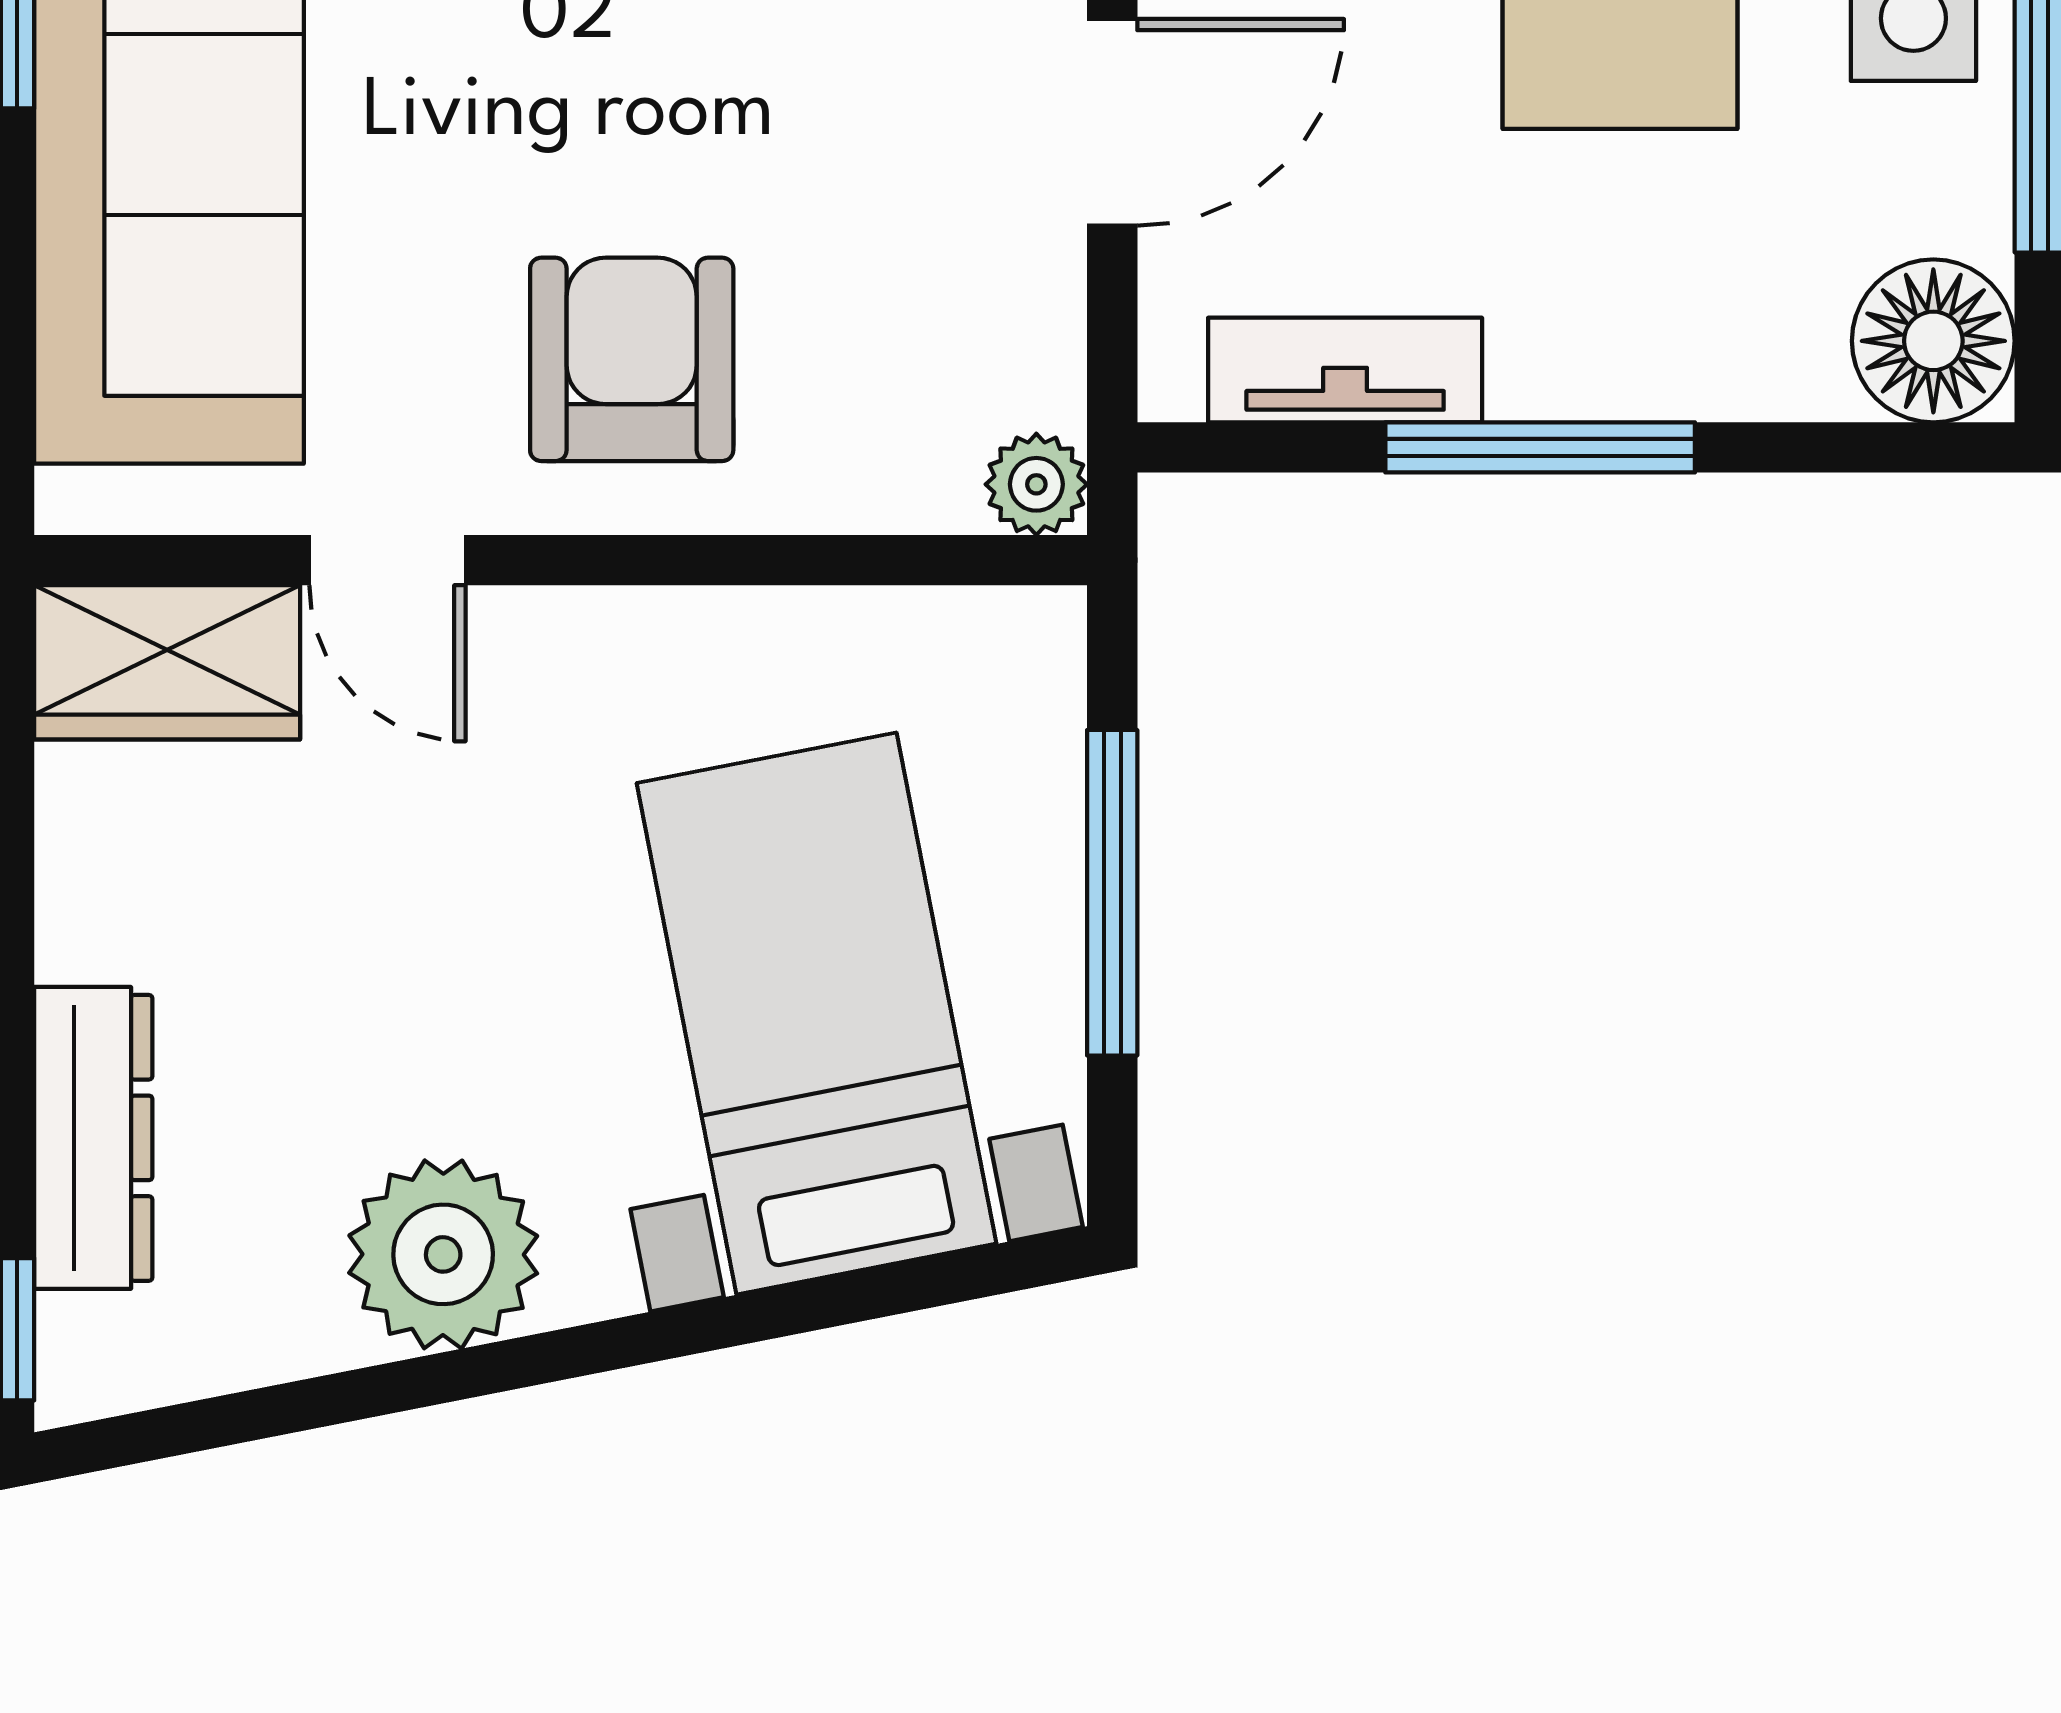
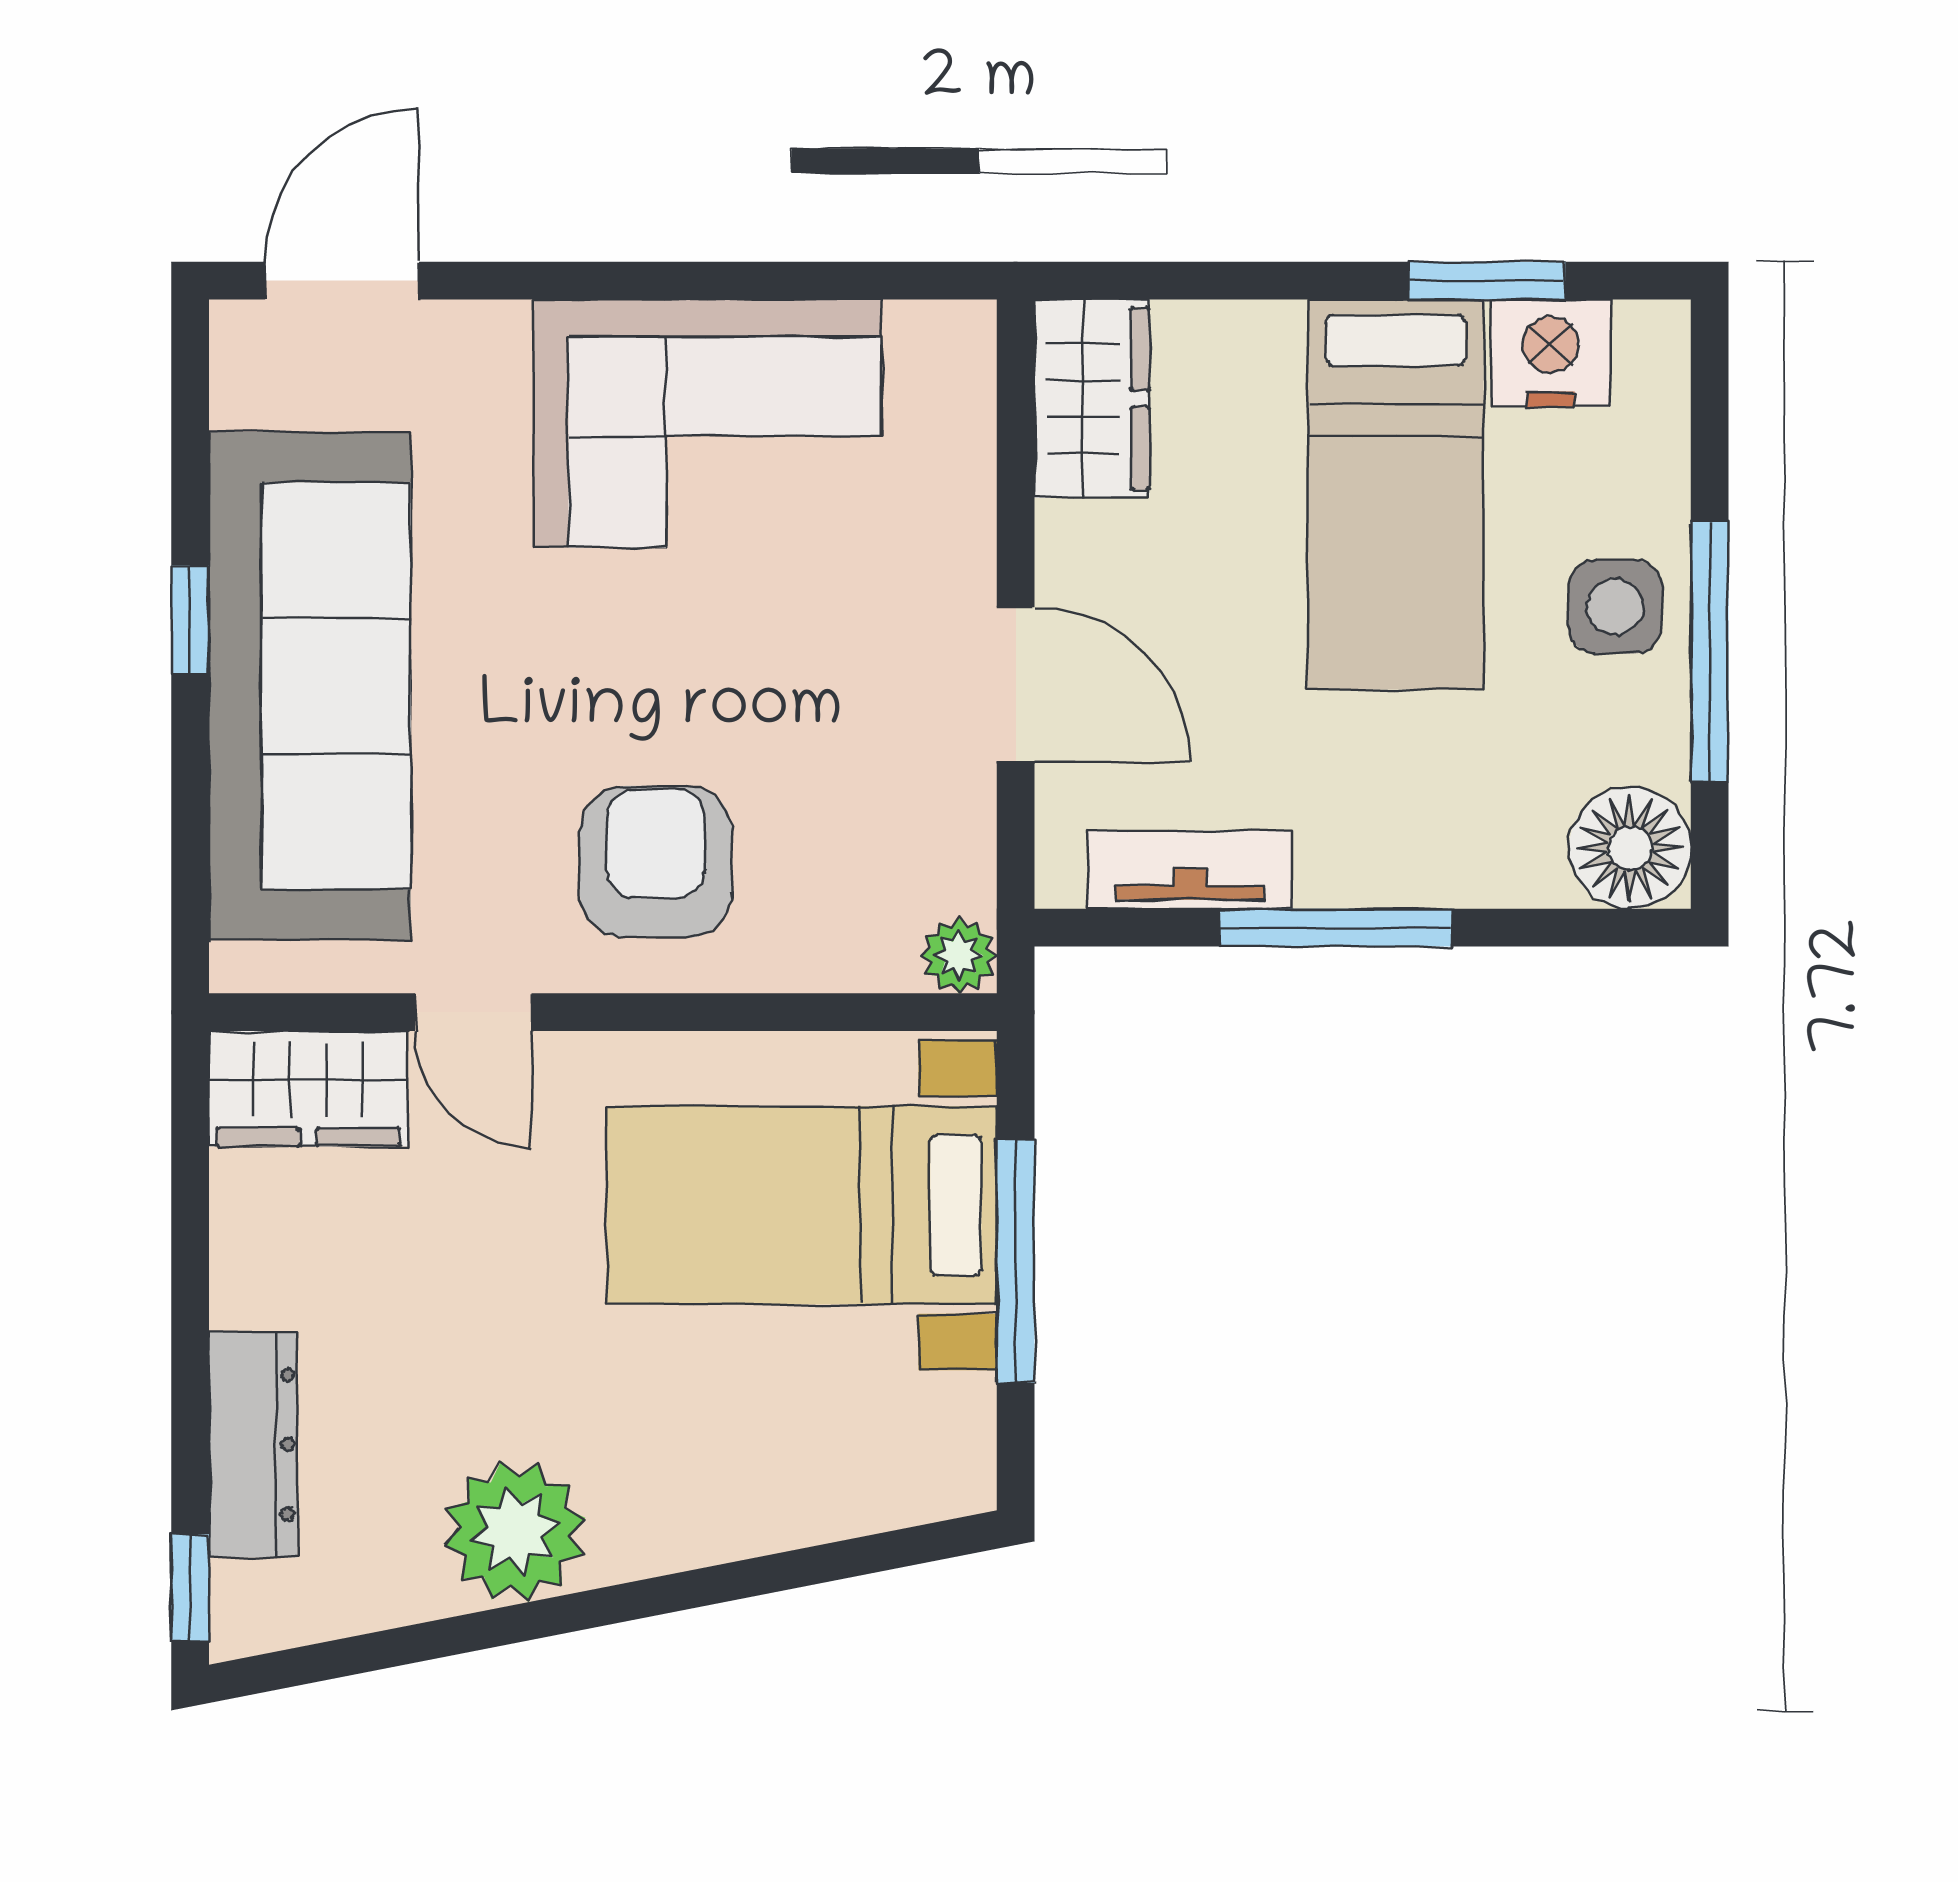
door: (1112, 122) -> (1016, 684), hinge flipped
bed with nightstands: (816, 1013) -> (802, 1205), moved, turned -79

